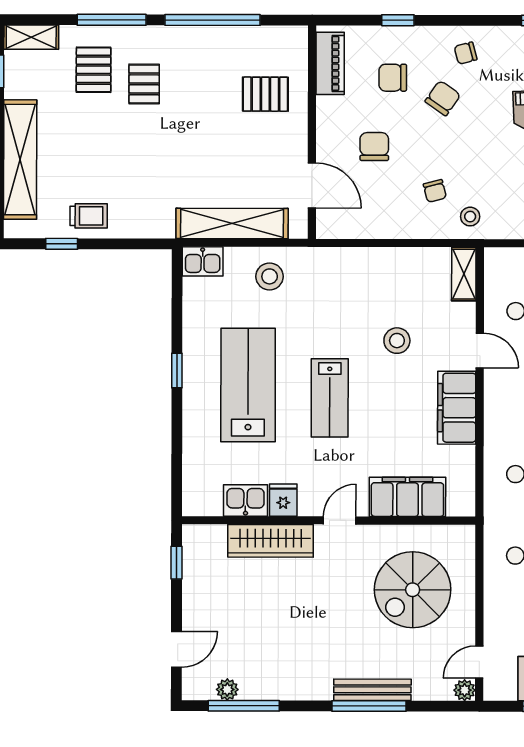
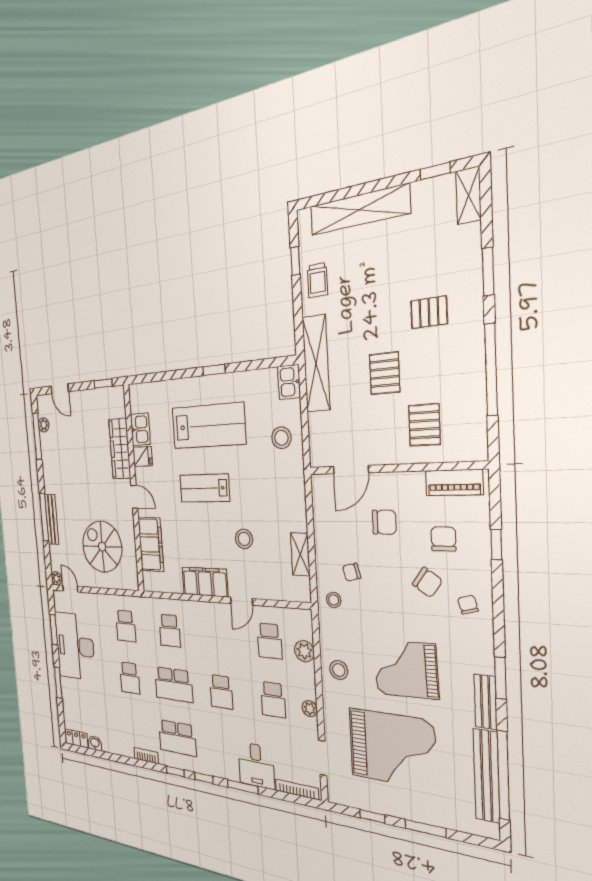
window: (112, 20) -> (488, 272), width x0.69
pallet: (94, 70) -> (385, 373), moved, turned 90
shelving: (232, 224) -> (316, 364), moved
shelving: (464, 274) -> (300, 554), moved, turned 90

